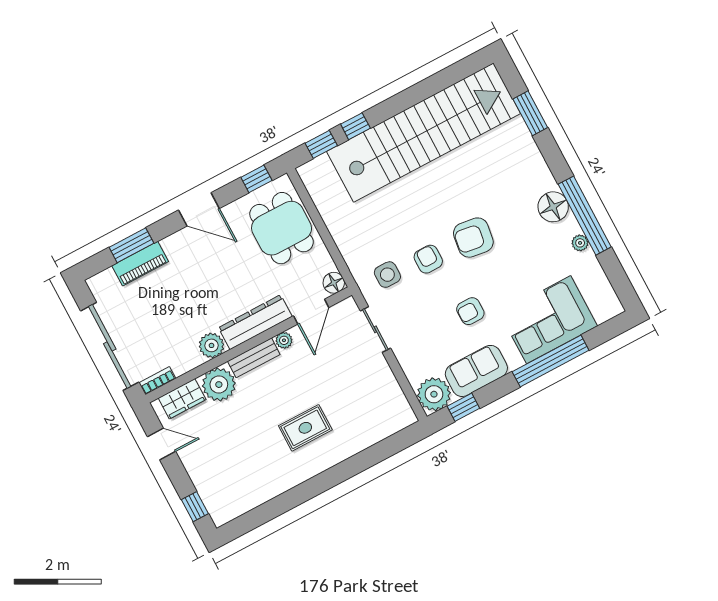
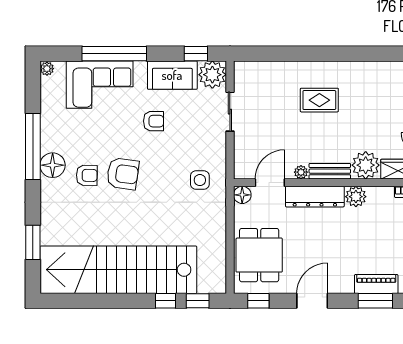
door: (199, 209) -> (312, 301), hinge flipped
plant: (580, 243) -> (47, 69), moved
armchair: (428, 259) -> (87, 175), moved, turned -89
sliding door: (375, 329) -> (230, 112), moved

